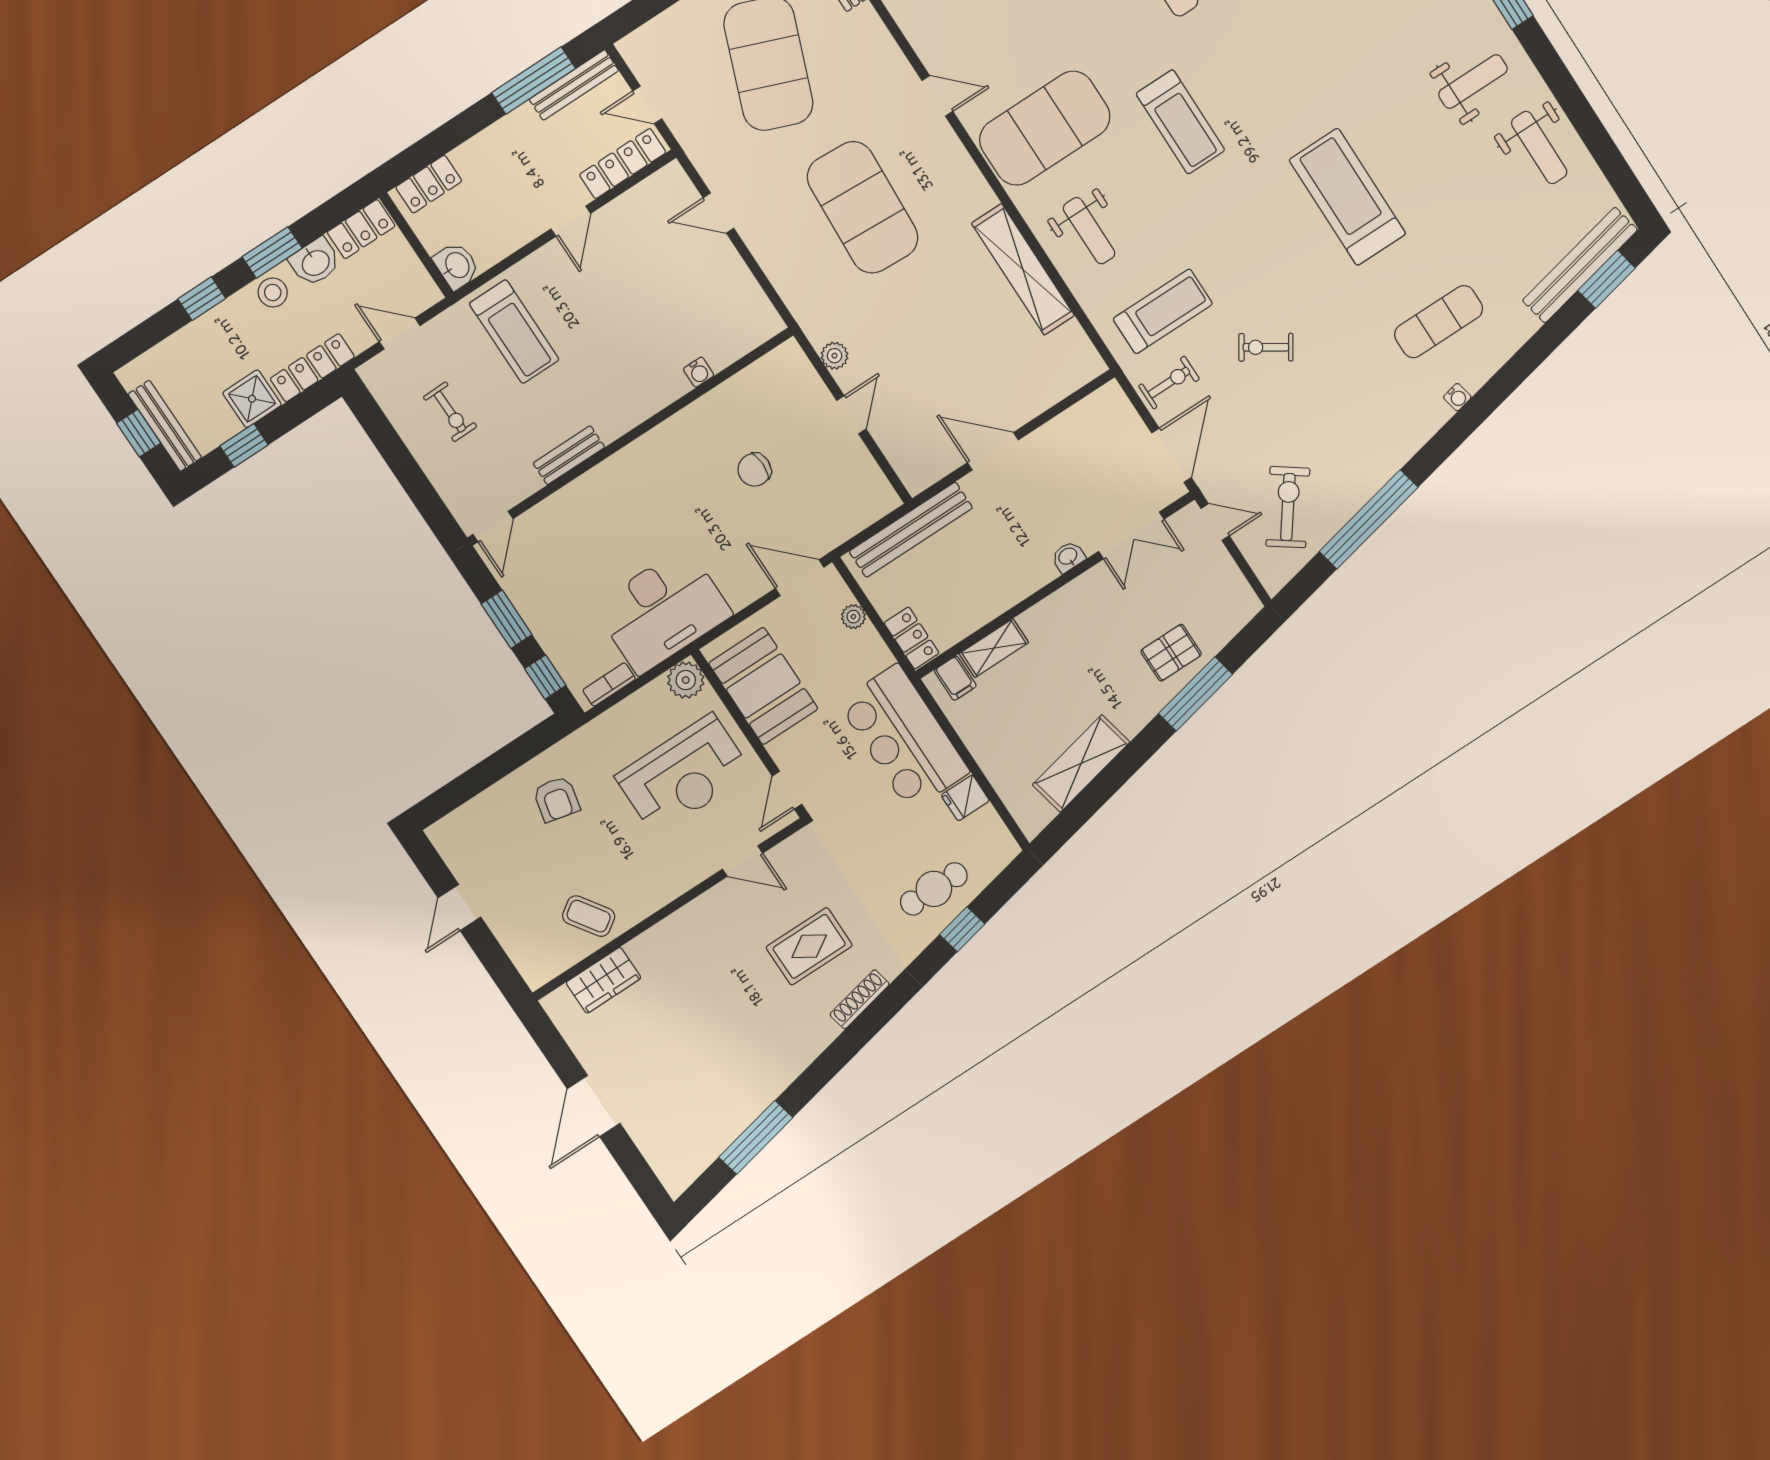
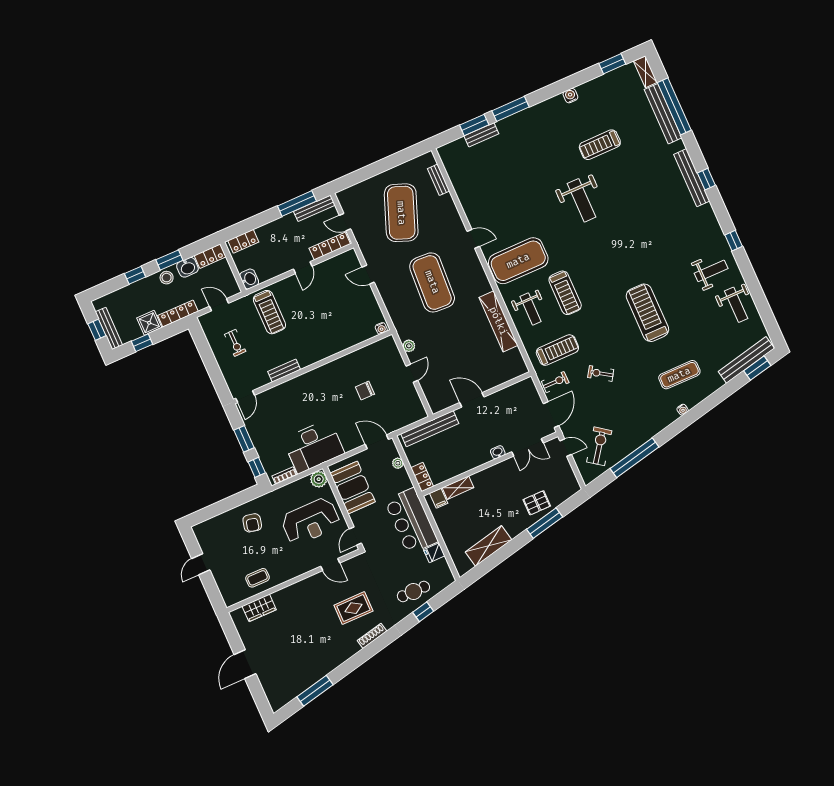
treadmill: (1180, 122) -> (565, 293), moved
water cooler: (699, 372) -> (381, 328), moved
coffee table: (589, 916) -> (257, 578), turned -56

